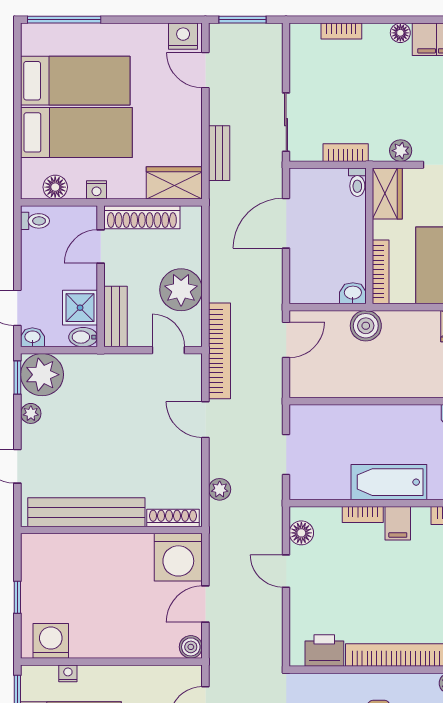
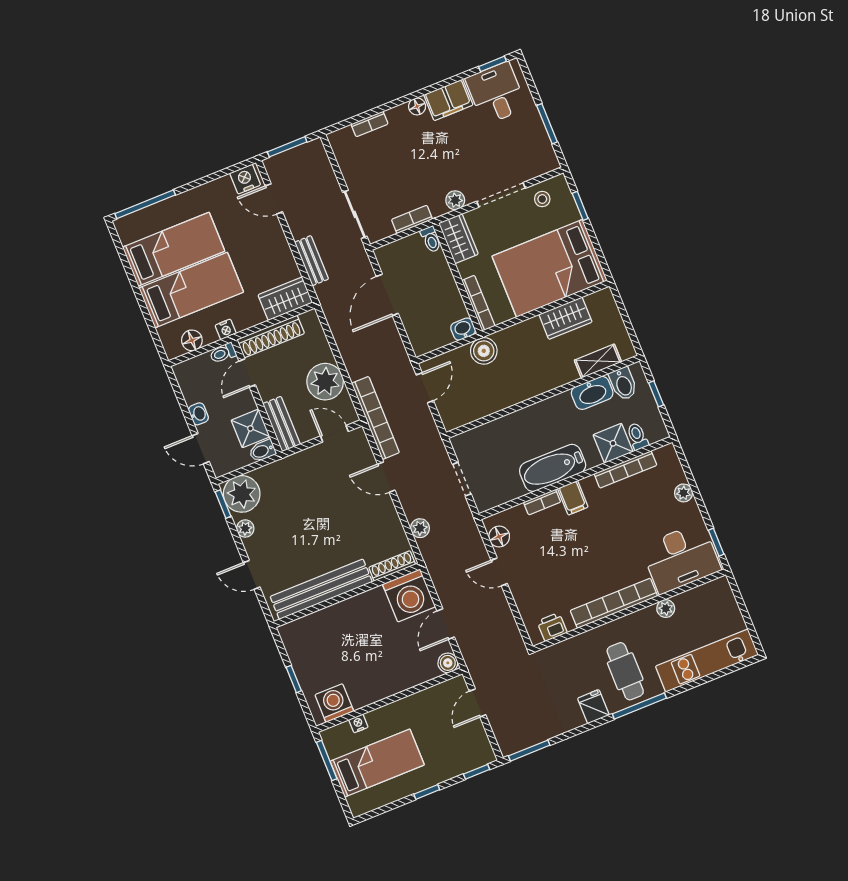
toilet: (35, 221) -> (223, 353), moved, turned 180
washbasin: (32, 337) -> (198, 414), moved, turned 90
printer: (324, 650) -> (552, 627), width x0.73, depth x0.81

